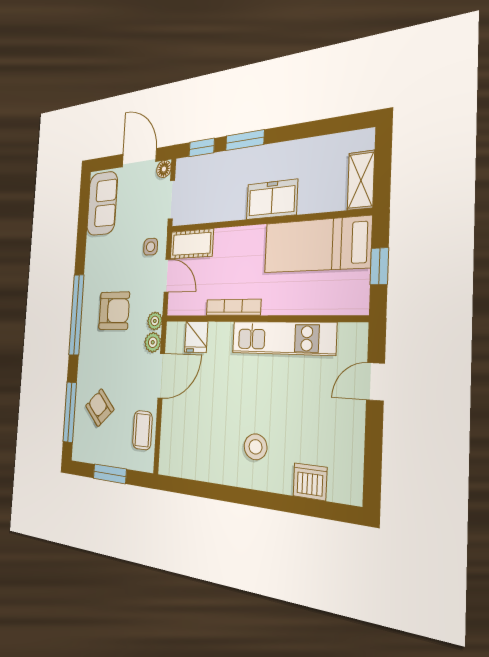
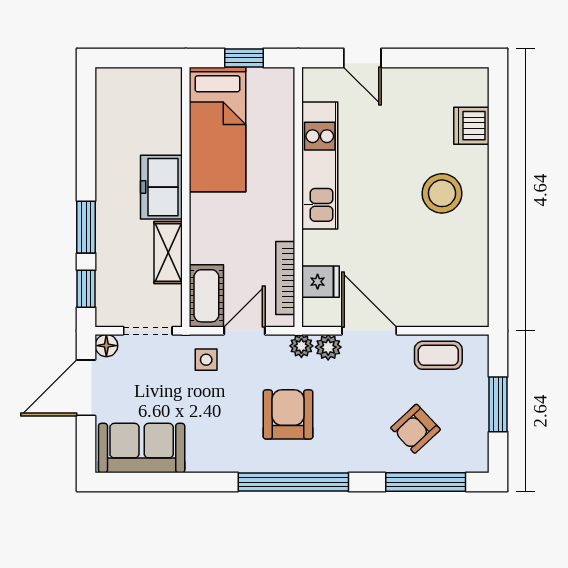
shelving: (361, 180) -> (168, 253), moved, turned 90
bookcase: (233, 307) -> (285, 278), moved
stool: (256, 447) -> (442, 193), width x1.38, depth x1.38

